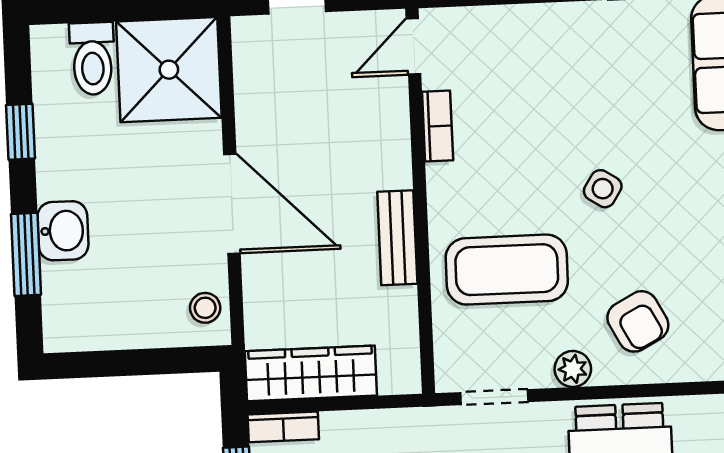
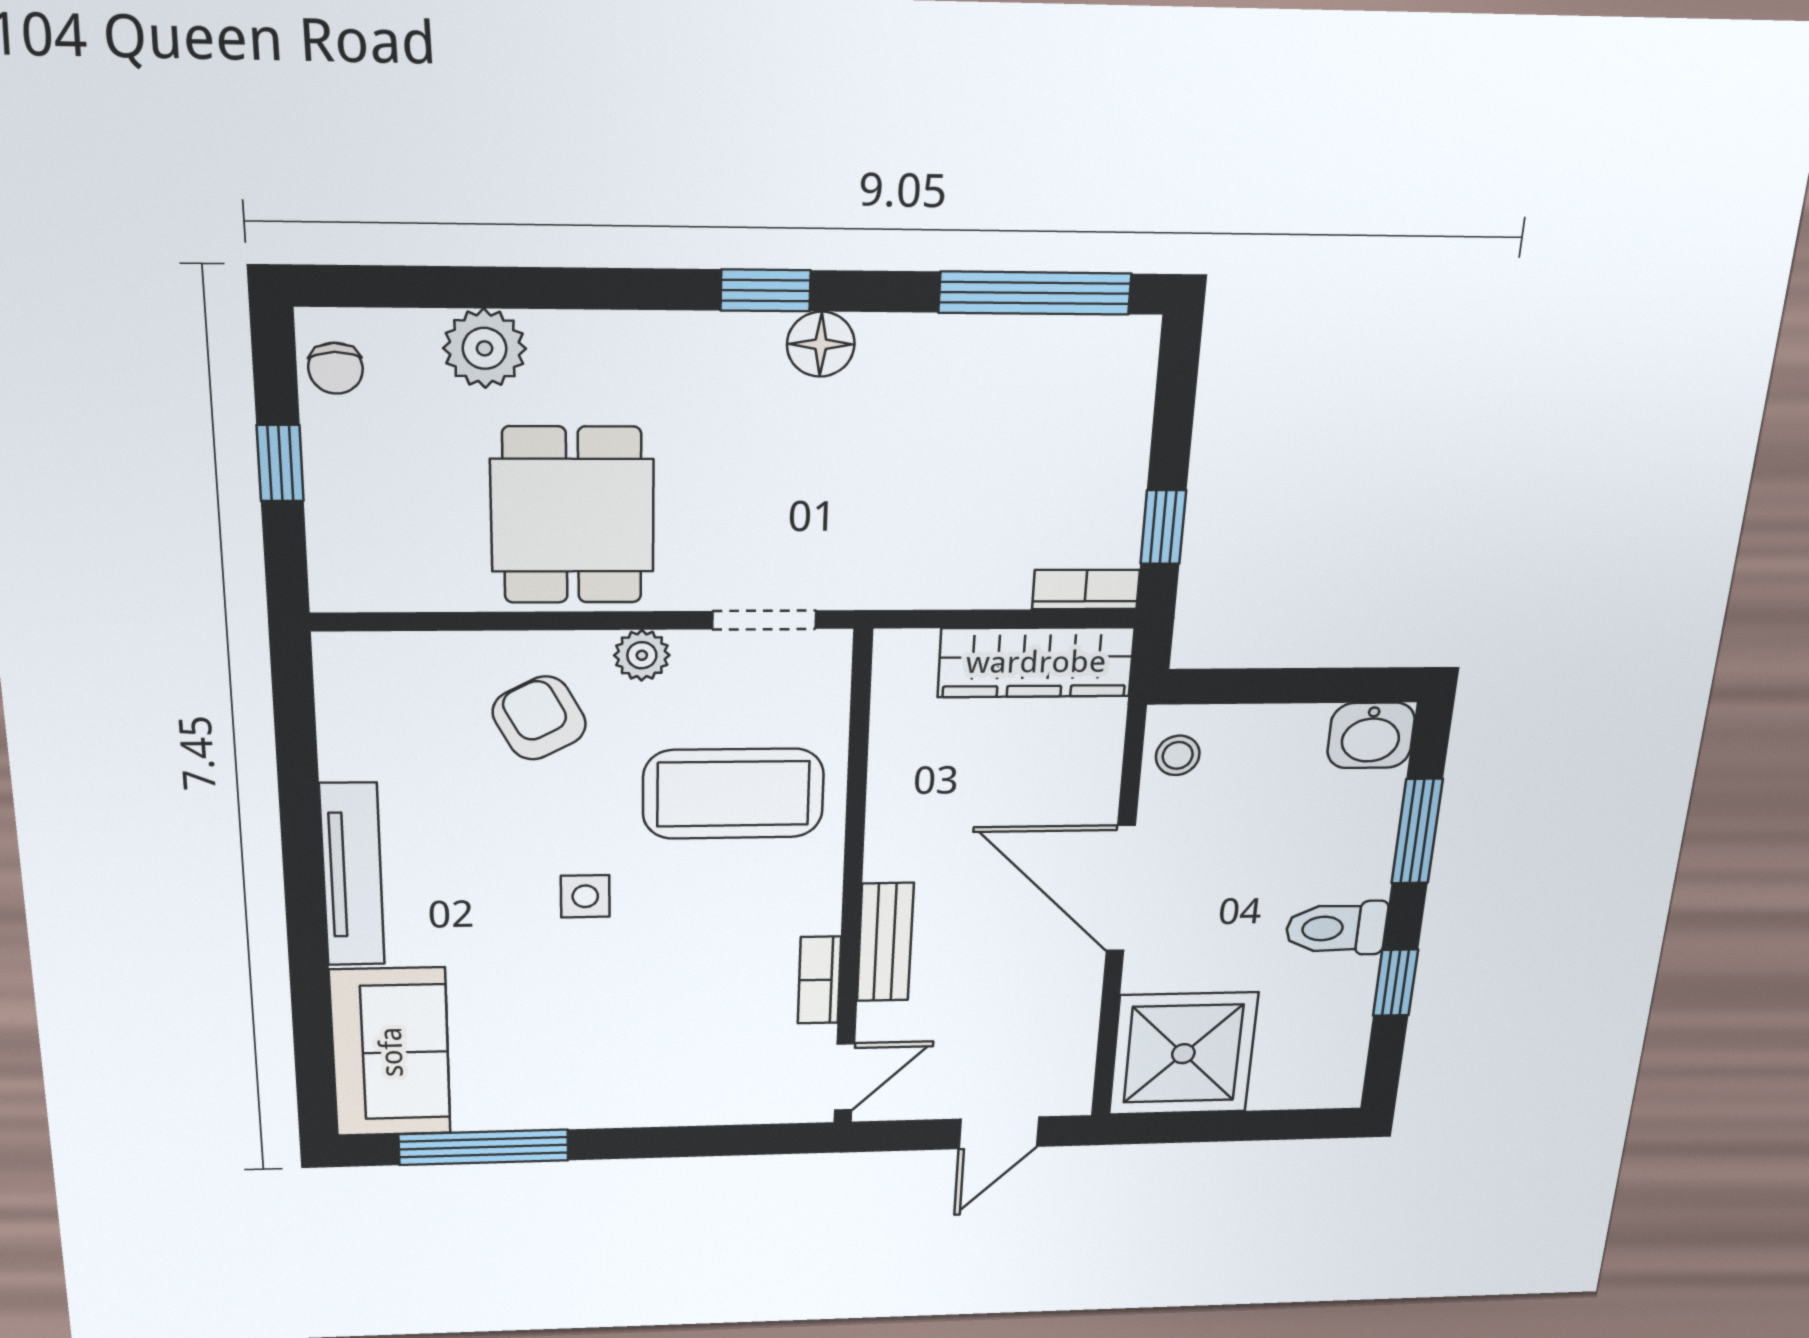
toilet: (92, 58) -> (1336, 928), moved, turned -90
side table: (603, 189) -> (585, 896), turned -33
washbasin: (63, 231) -> (1371, 736), moved, turned -90
bench: (397, 238) -> (885, 942), moved

